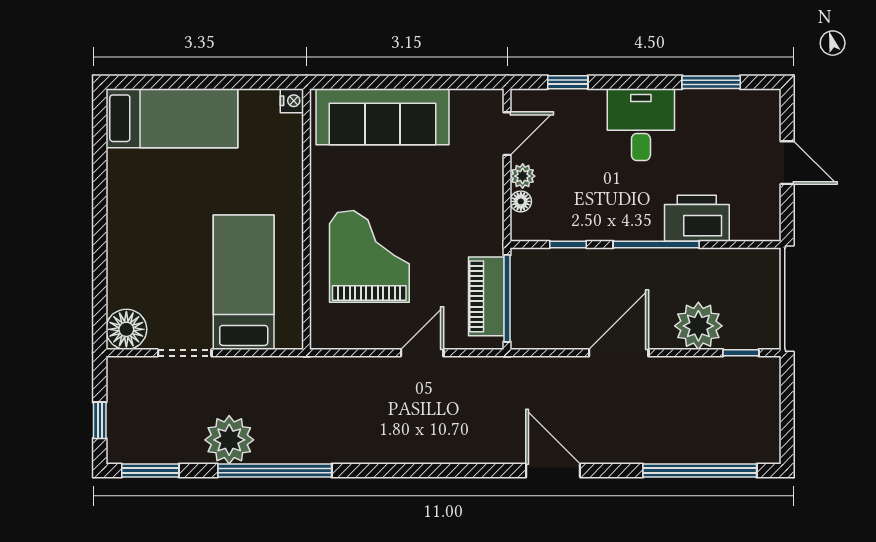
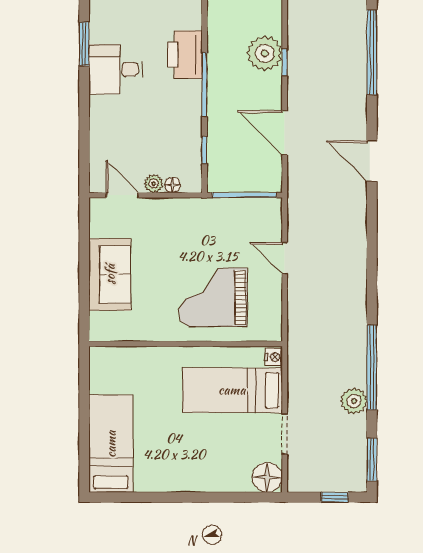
window: (568, 82) -> (84, 150), removed
nightstand: (292, 101) -> (274, 357), moved, turned 90
sofa: (382, 117) -> (110, 274), width x0.73
desk: (641, 125) -> (116, 69), moved
piano: (486, 296) -> (243, 211), removed
door: (619, 353) -> (285, 133), moved
window: (741, 353) -> (285, 62), moved
plant: (229, 440) -> (354, 401), width x0.73, depth x0.73
door: (553, 471) -> (372, 161), hinge flipped

